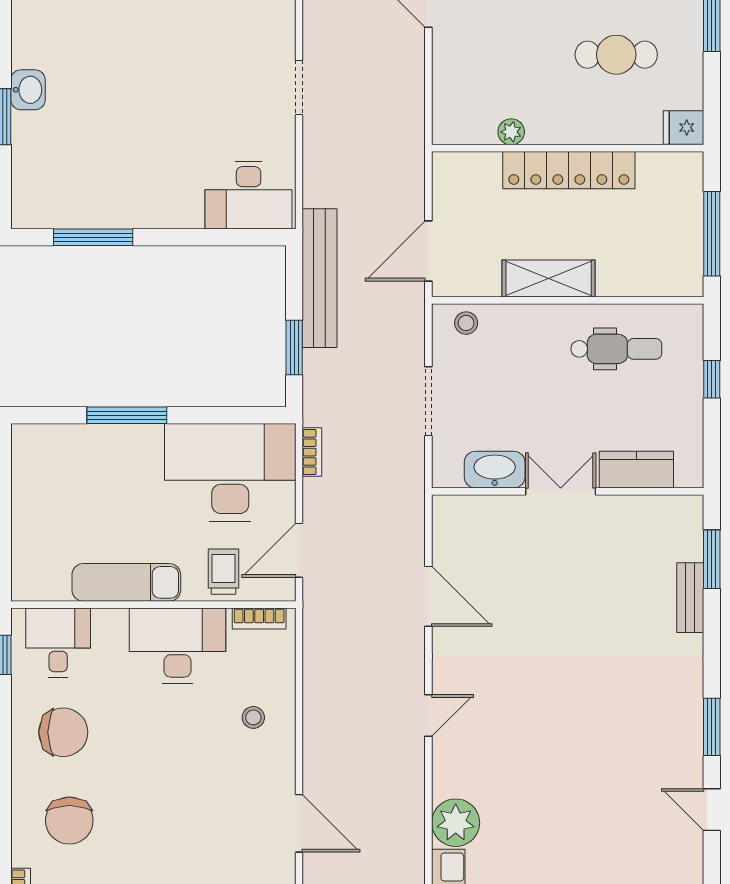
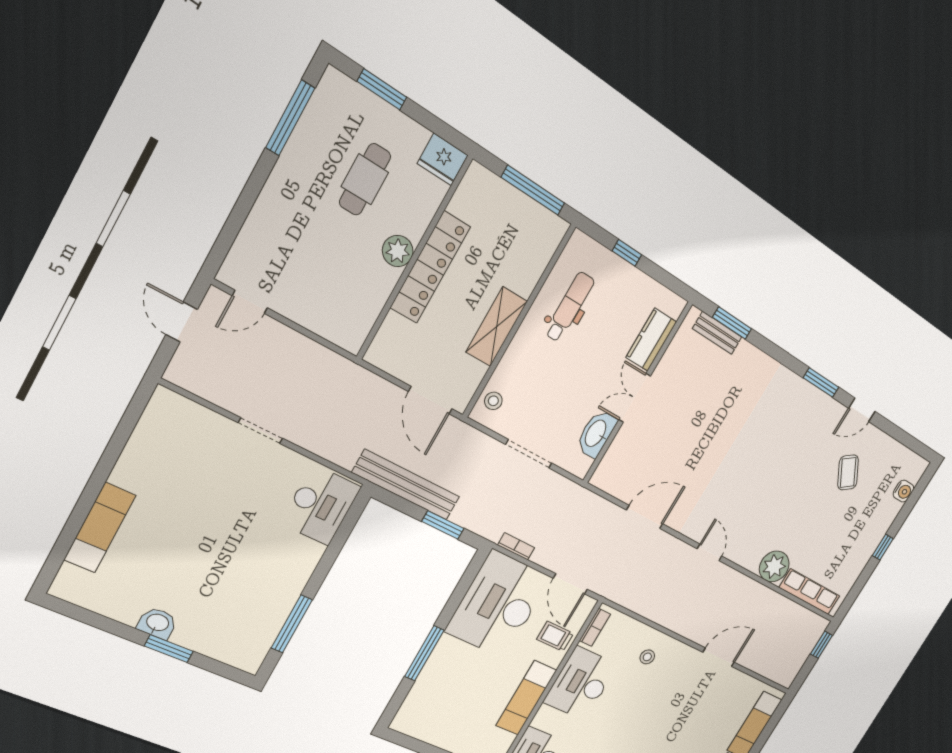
fridge: (683, 127) -> (443, 159), width x1.38
plant: (511, 132) -> (398, 251), moved, width x1.38, depth x1.38
bench: (690, 598) -> (717, 333), moved
coffee table: (627, 846) -> (848, 472), added

